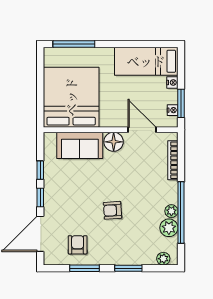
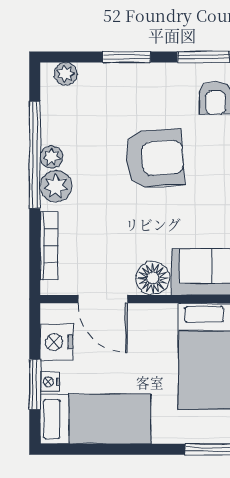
window: (181, 103) -> (35, 384), moved
nightstand: (173, 110) -> (57, 342), width x1.89, depth x1.79
armchair: (113, 210) -> (155, 158), width x1.88, depth x1.88
plant: (169, 228) -> (56, 186), moved

